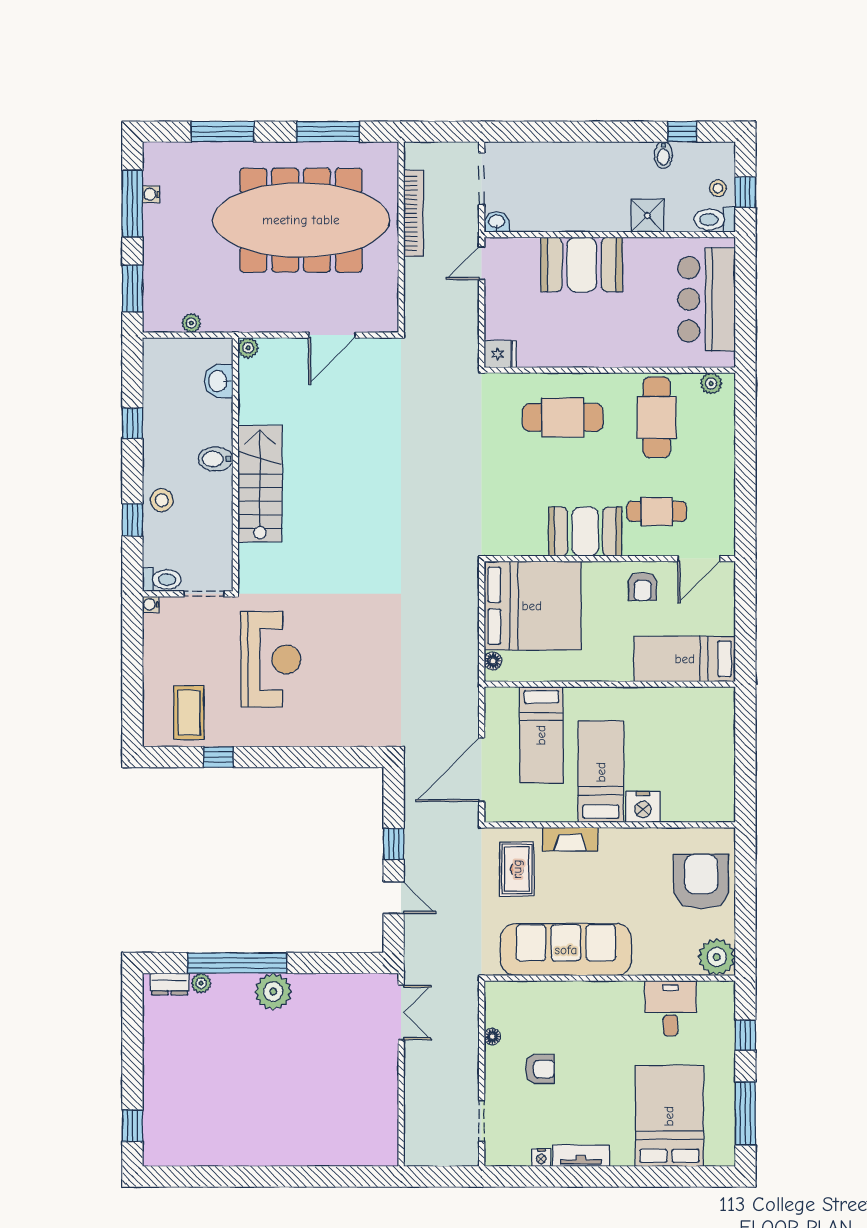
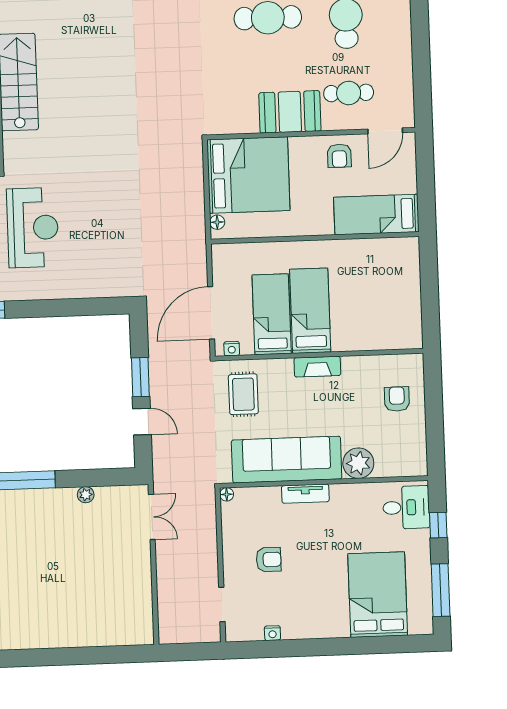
bed: (541, 735) -> (272, 314), moved, turned 180
nightstand: (643, 807) -> (232, 349), moved, width x0.53, depth x0.56
fireplace: (570, 839) -> (317, 367), moved
window: (394, 844) -> (140, 377), width x1.50
armchair: (701, 882) -> (397, 399), width x0.53, depth x0.53
plant: (717, 957) -> (358, 463), moved
plant: (273, 992) -> (86, 495), moved, width x0.53, depth x0.53
desk: (671, 1008) -> (406, 507), moved, turned 90
floor lamp: (492, 1037) -> (227, 494), moved
tv unit: (581, 1156) -> (305, 494), moved, turned 180

